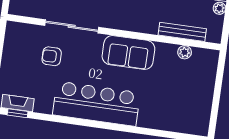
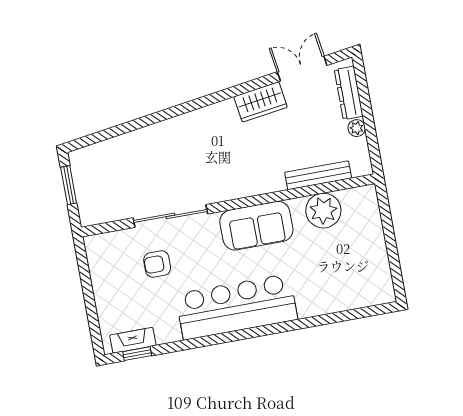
plant: (185, 52) -> (323, 211), width x1.88, depth x1.88

